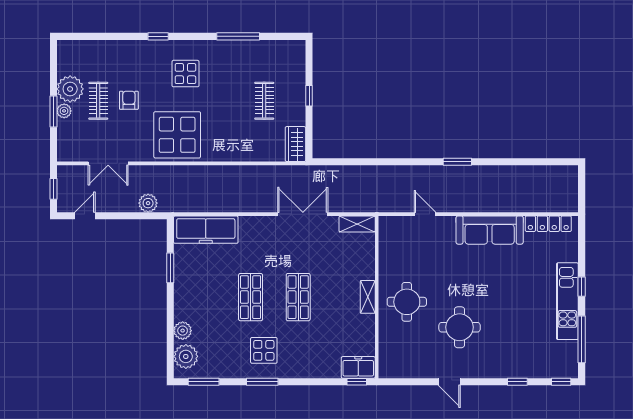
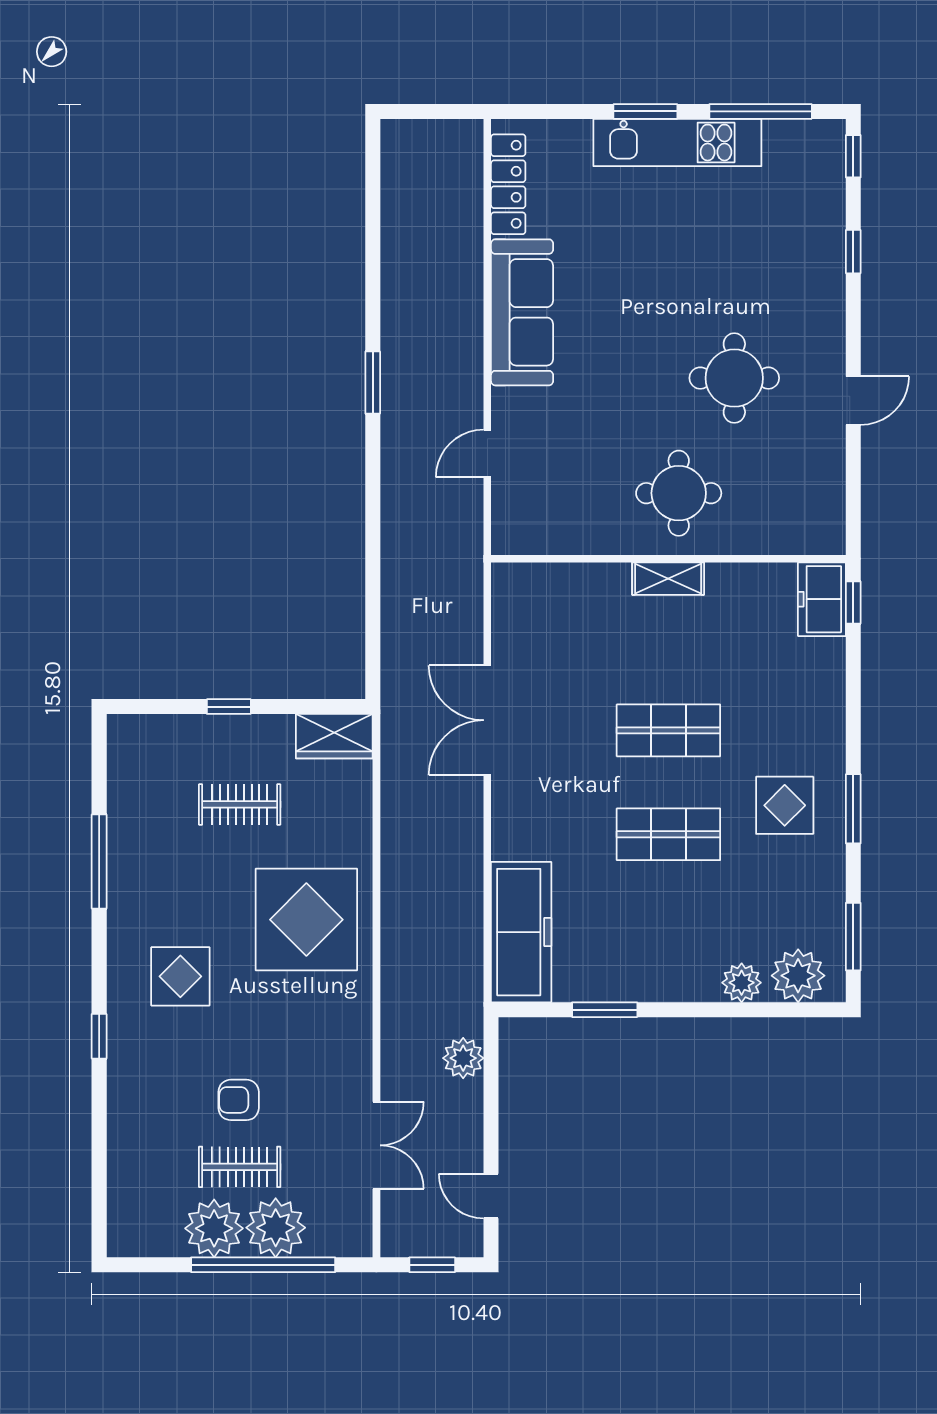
window: (53, 111) -> (263, 1265), width x2.11
plant: (64, 111) -> (276, 1228), width x1.88, depth x1.88
display table: (177, 135) -> (306, 920), moved
shelving: (357, 224) -> (509, 602), removed
window: (582, 287) -> (645, 111), width x1.50

